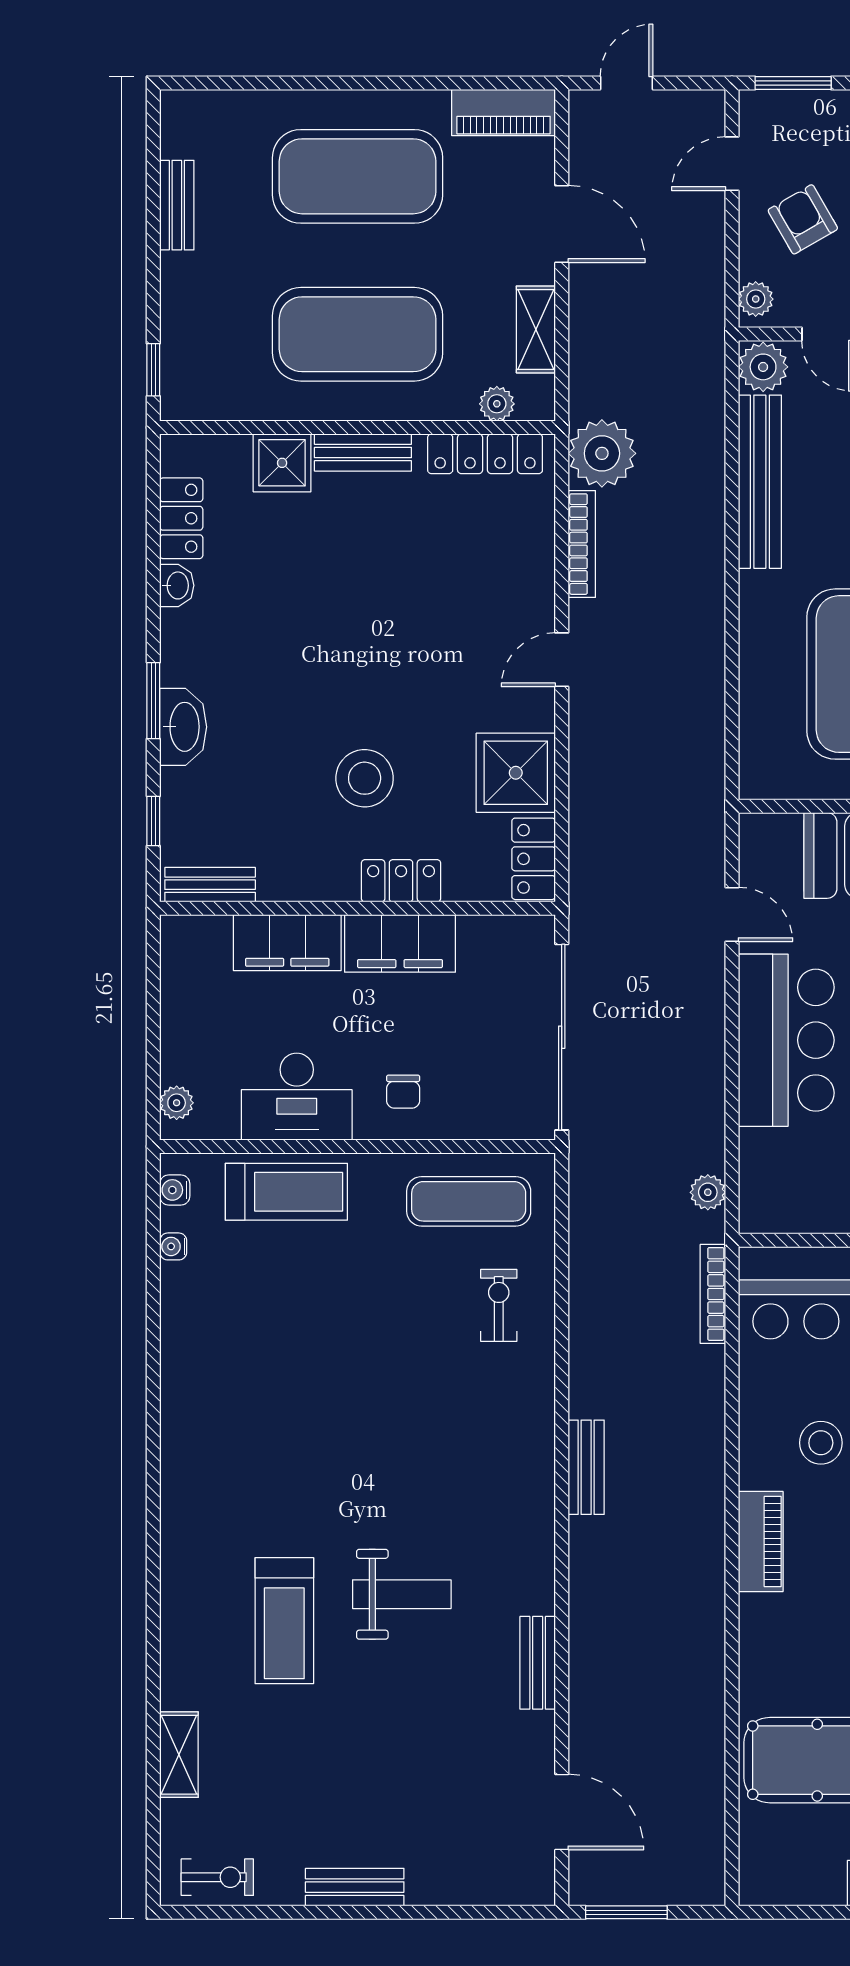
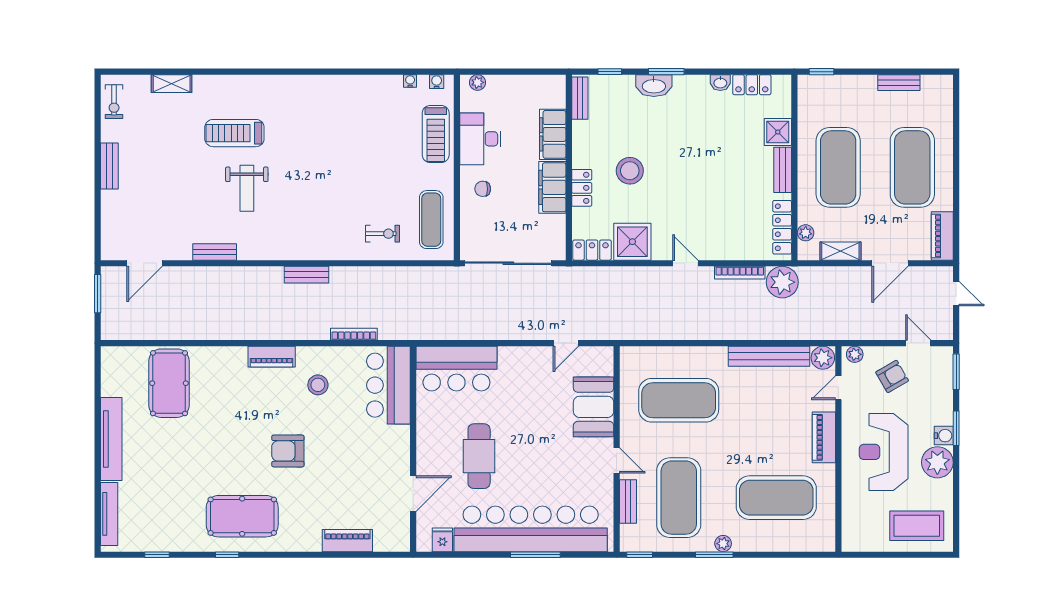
bar counter: (786, 1040) -> (456, 369), moved
plant: (708, 1192) -> (435, 332), removed
bookcase: (713, 1294) -> (354, 334), moved

